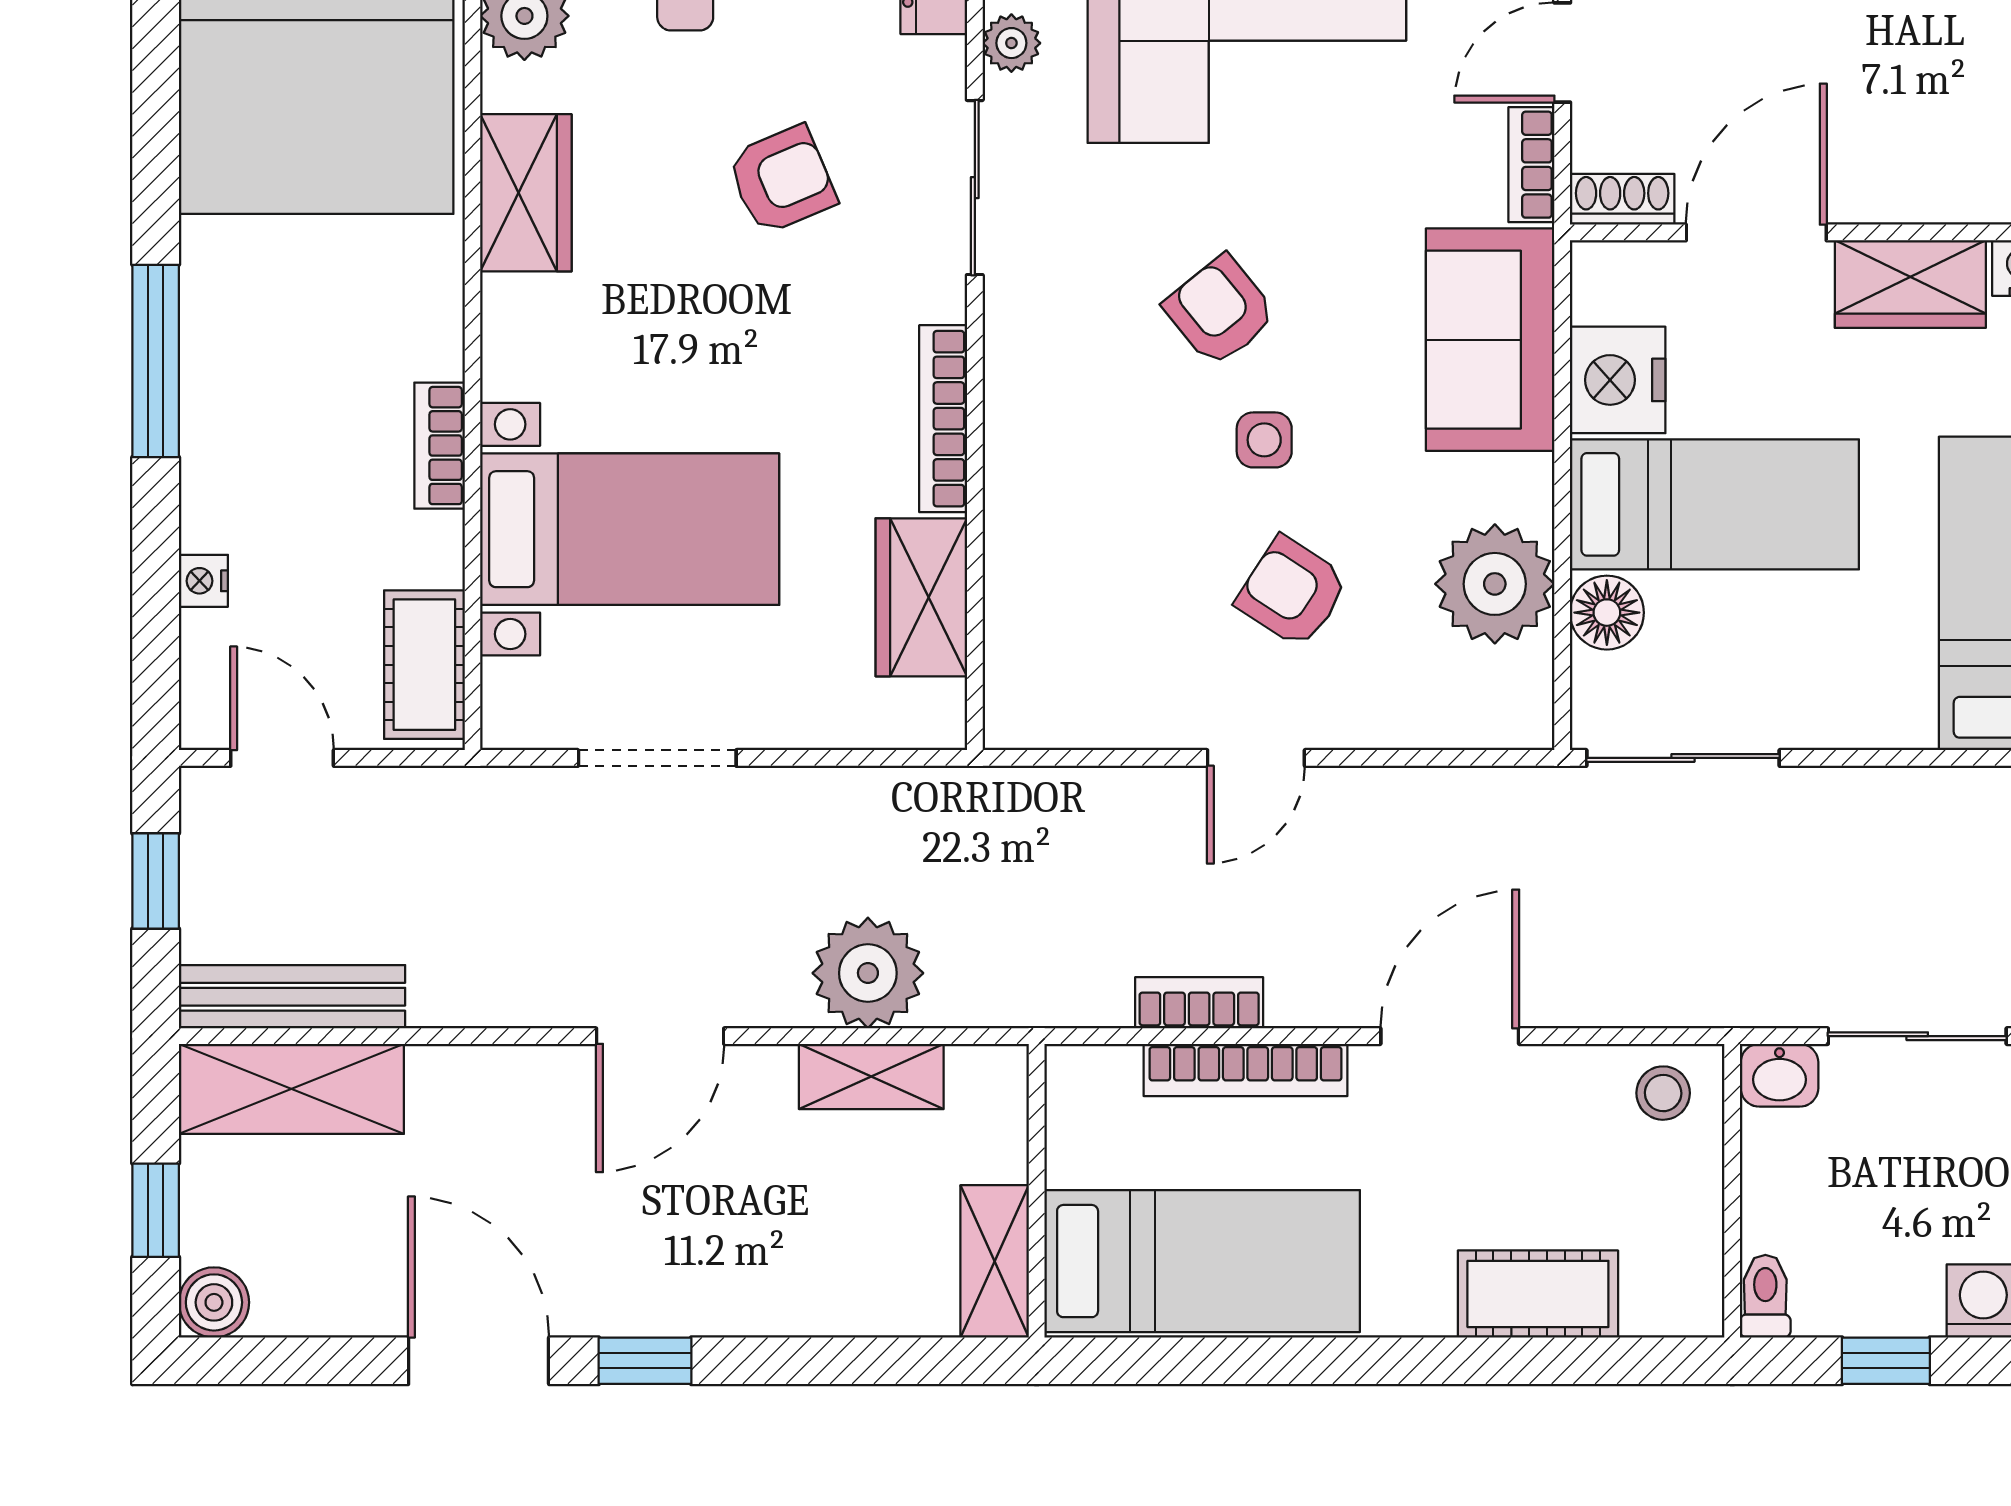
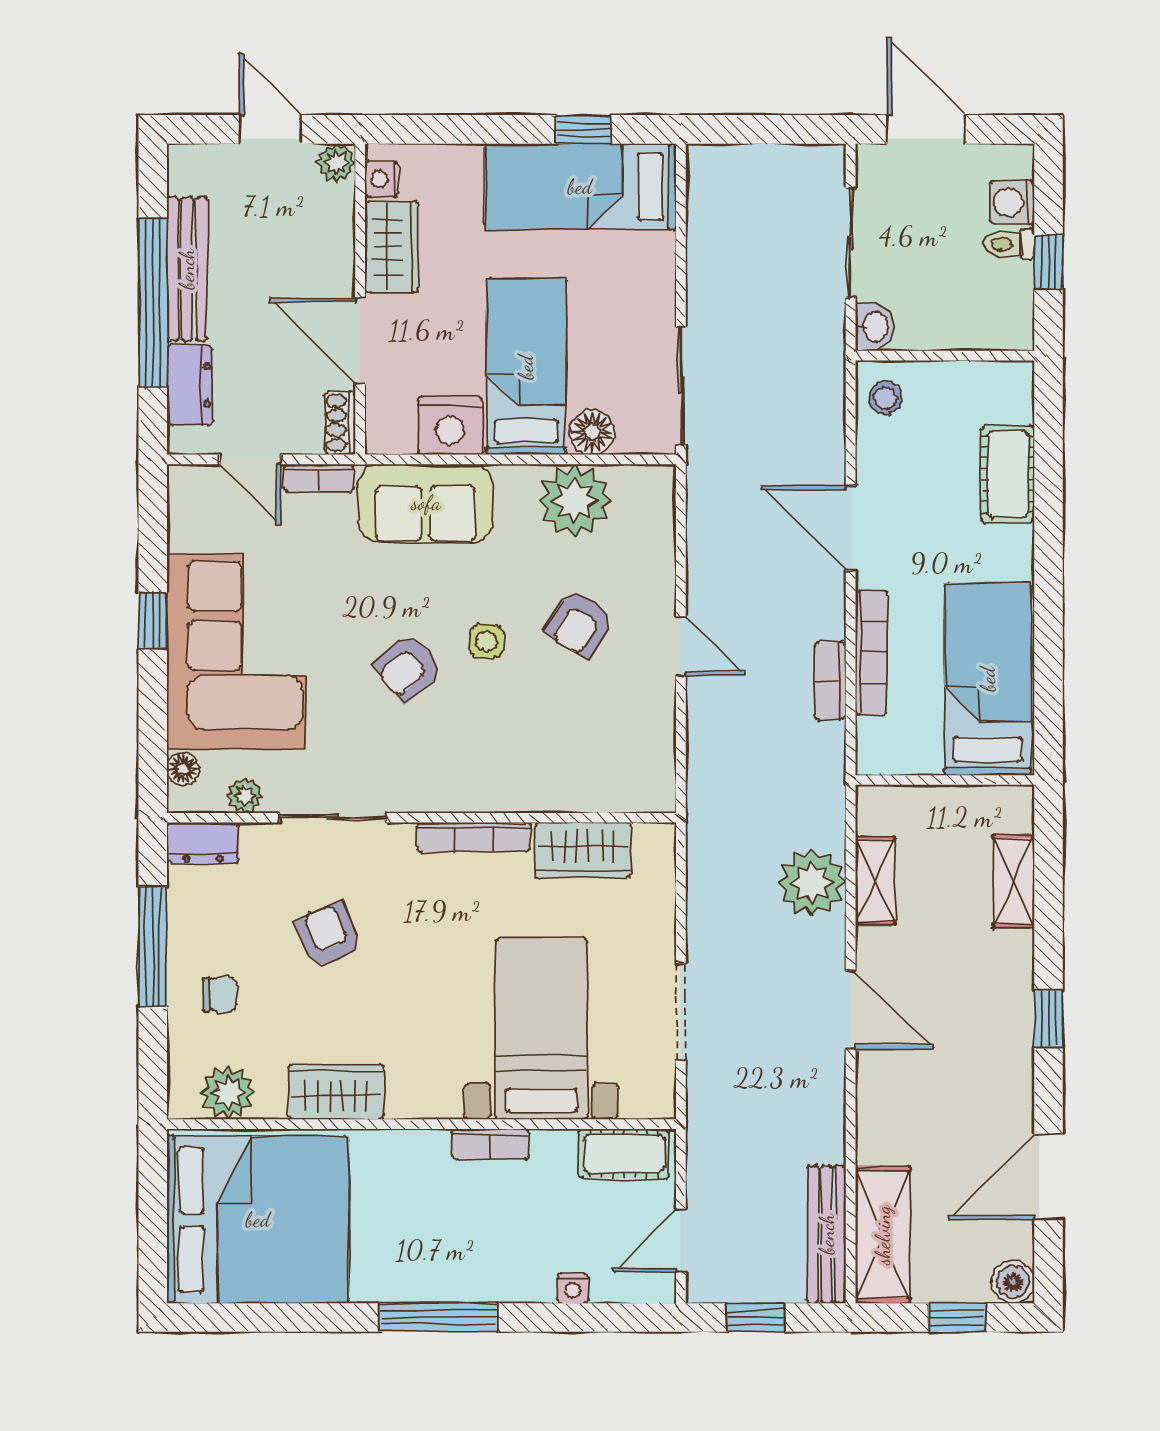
shelving: (995, 1261) -> (1014, 881), moved, turned 90
toilet: (1765, 1296) -> (1009, 244), moved
door: (479, 1361) -> (1049, 1177), moved

